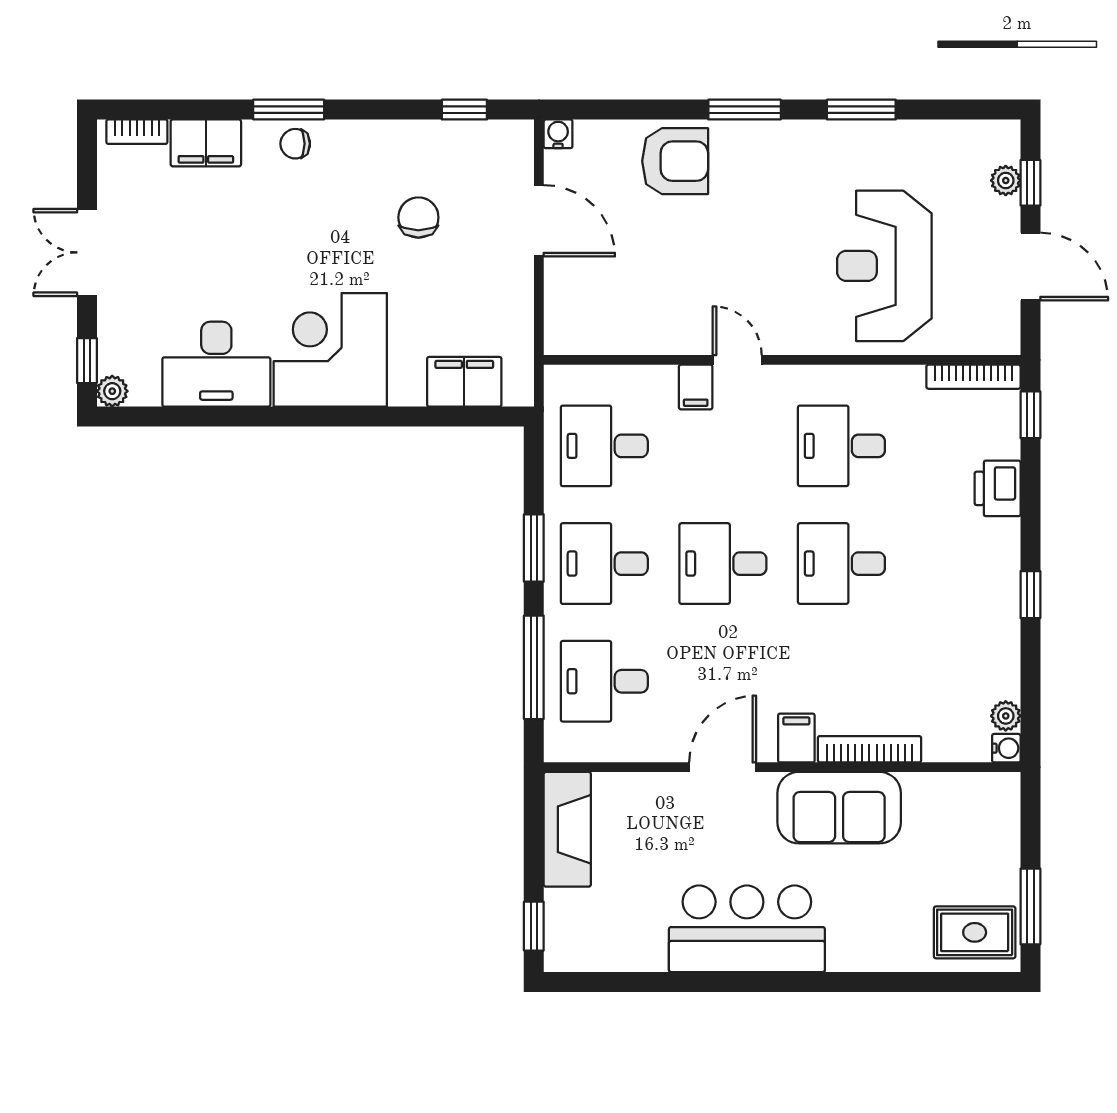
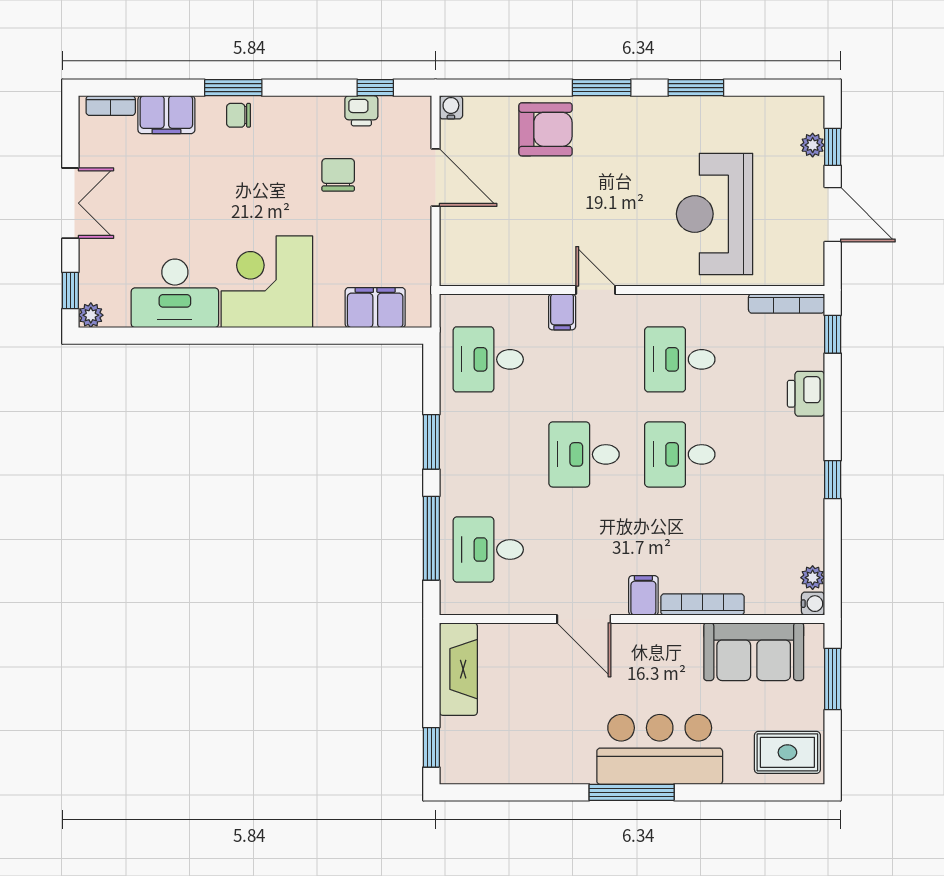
printer: (447, 138) -> (361, 111), added
double door: (87, 252) -> (70, 203), swing flipped
desk: (604, 564) -> (488, 454), removed
door: (723, 767) -> (584, 619), swing flipped
sofa: (839, 808) -> (754, 652), moved
window: (1030, 906) -> (833, 679), moved
bar counter: (747, 929) -> (660, 749), moved
window: (782, 982) -> (632, 792), added

